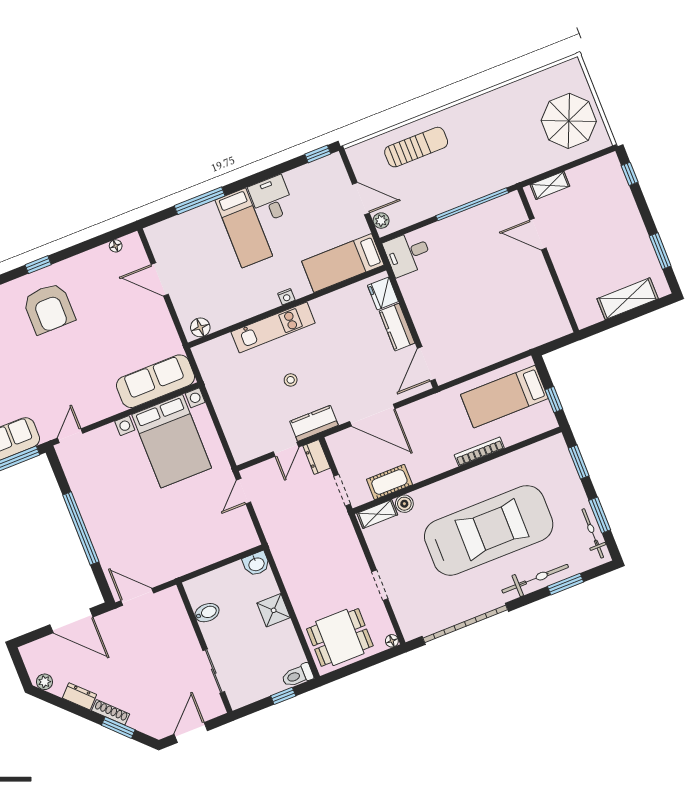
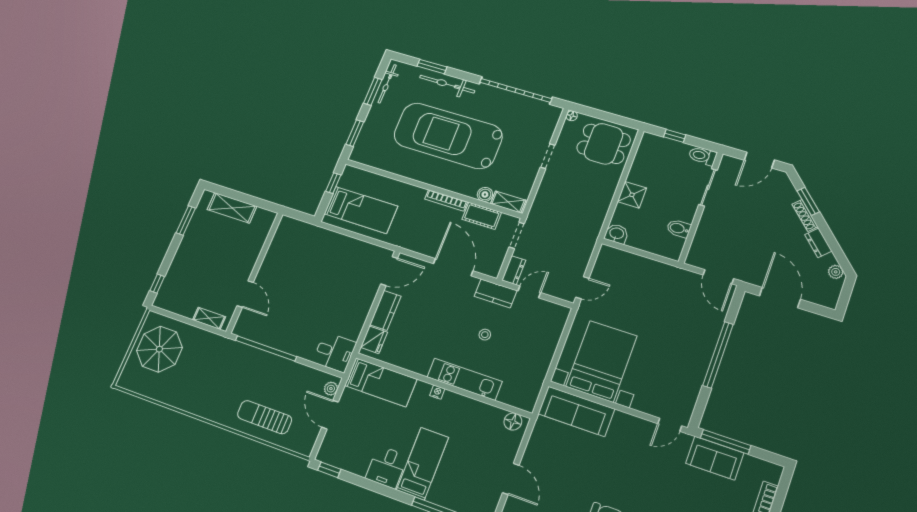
bookcase: (479, 452) -> (446, 200), moved
toilet: (297, 675) -> (703, 156), moved, turned 180

